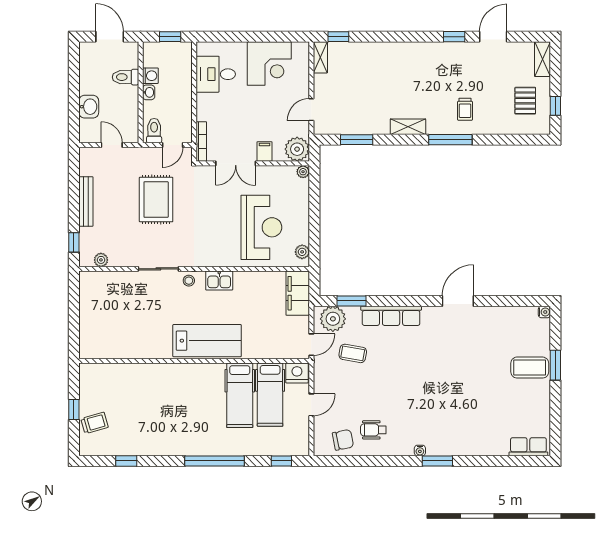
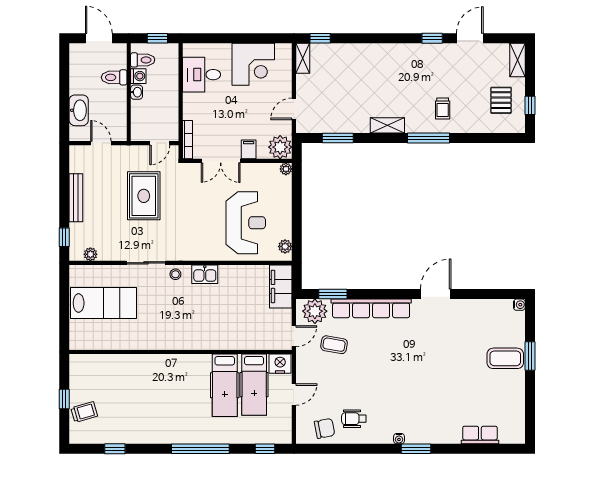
washbasin: (89, 107) -> (79, 110), width x1.38
toilet: (154, 131) -> (143, 60), moved, turned 90
row of seats: (391, 316) -> (371, 308), width x1.36
lab bench: (207, 341) -> (104, 303), moved
row of seats: (528, 447) -> (480, 435), moved

